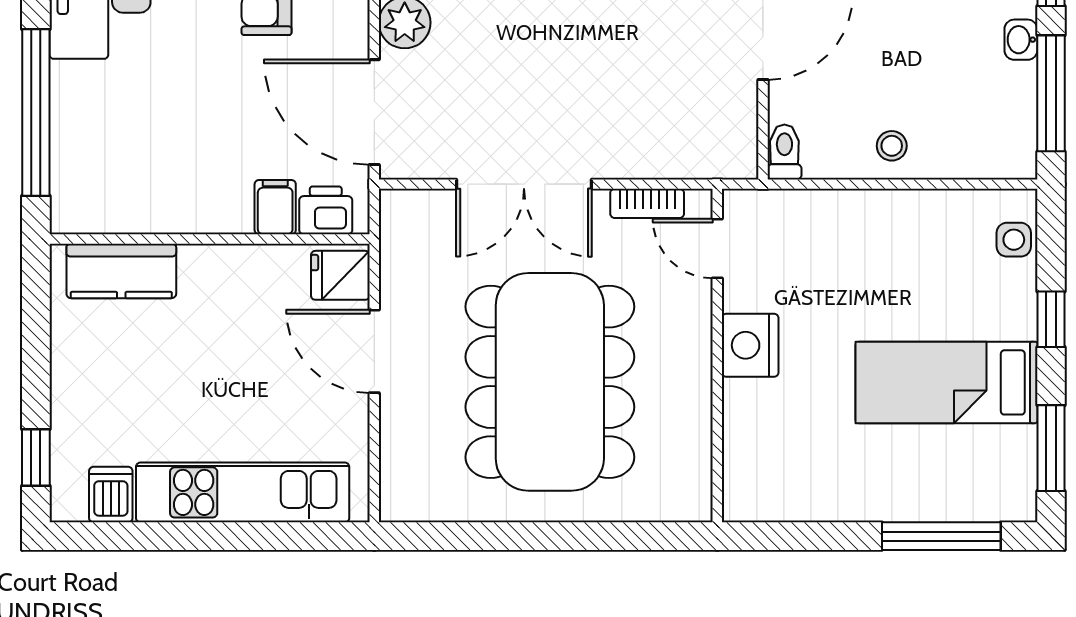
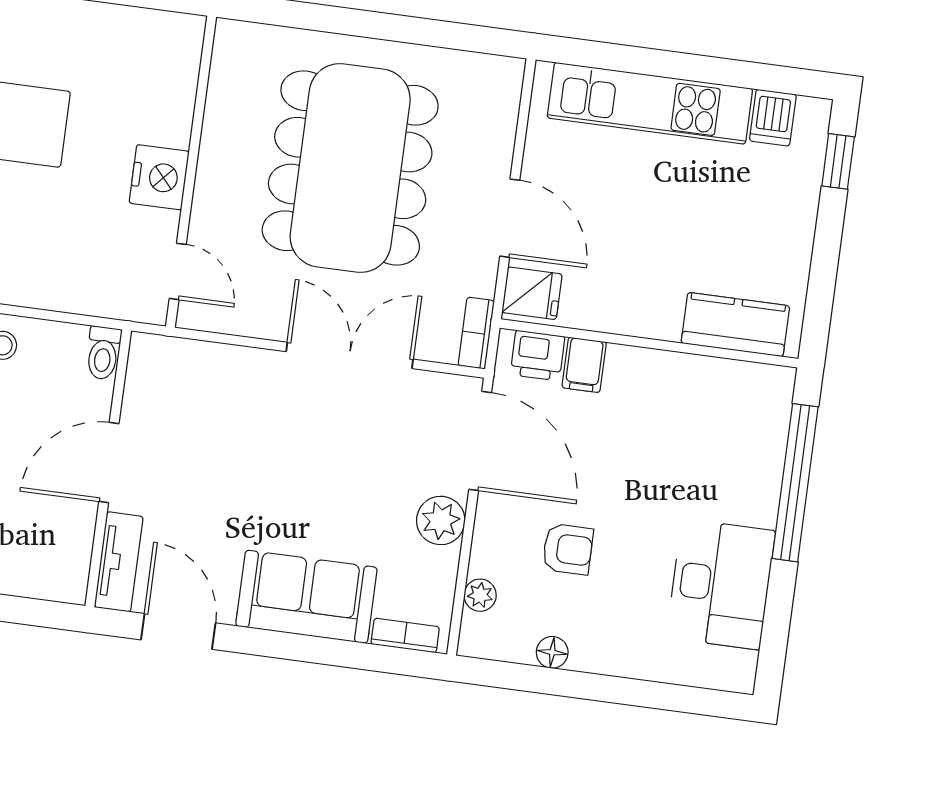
bookcase: (647, 203) -> (476, 333), moved, turned -90

